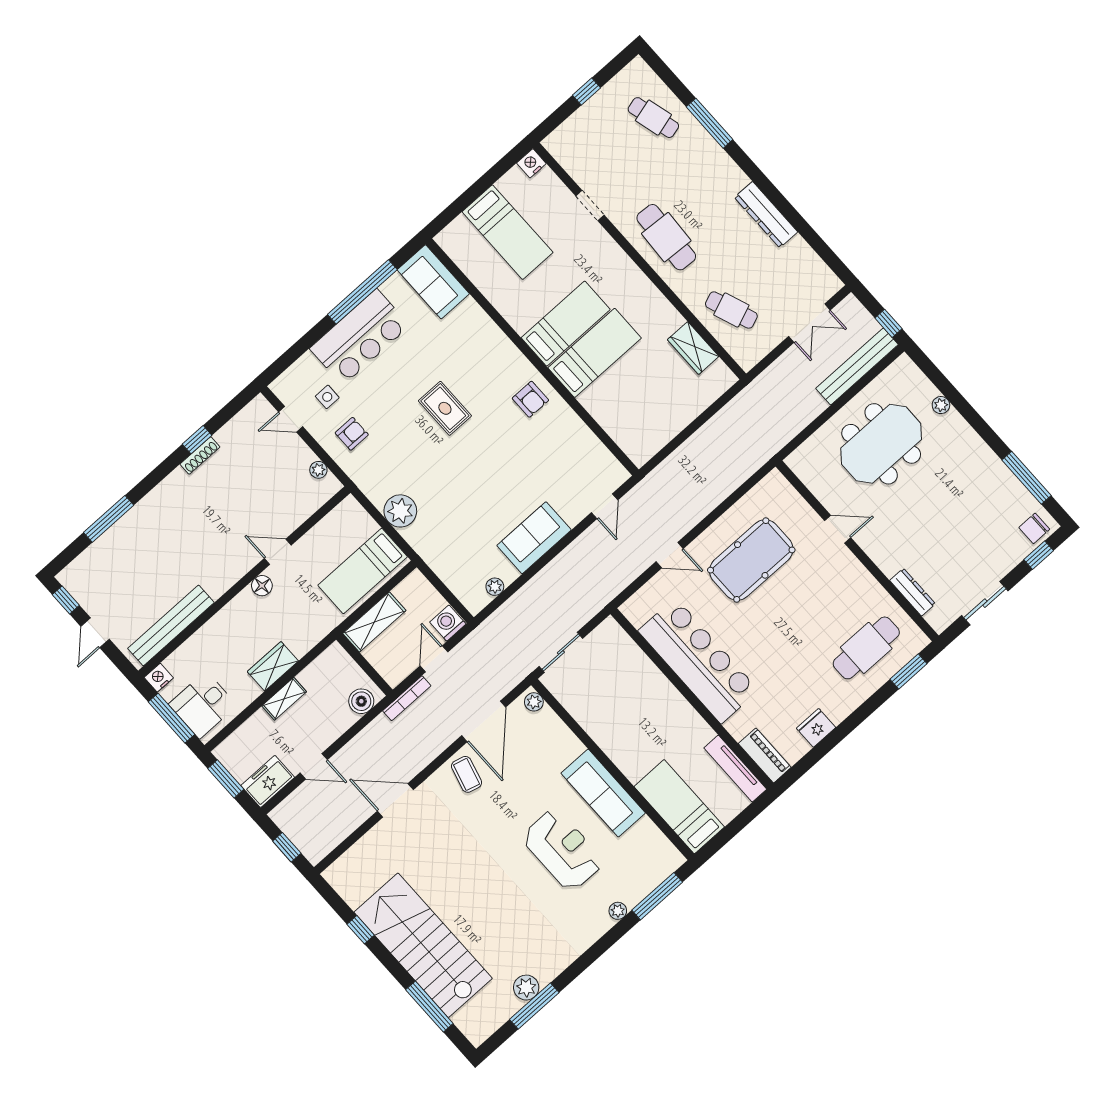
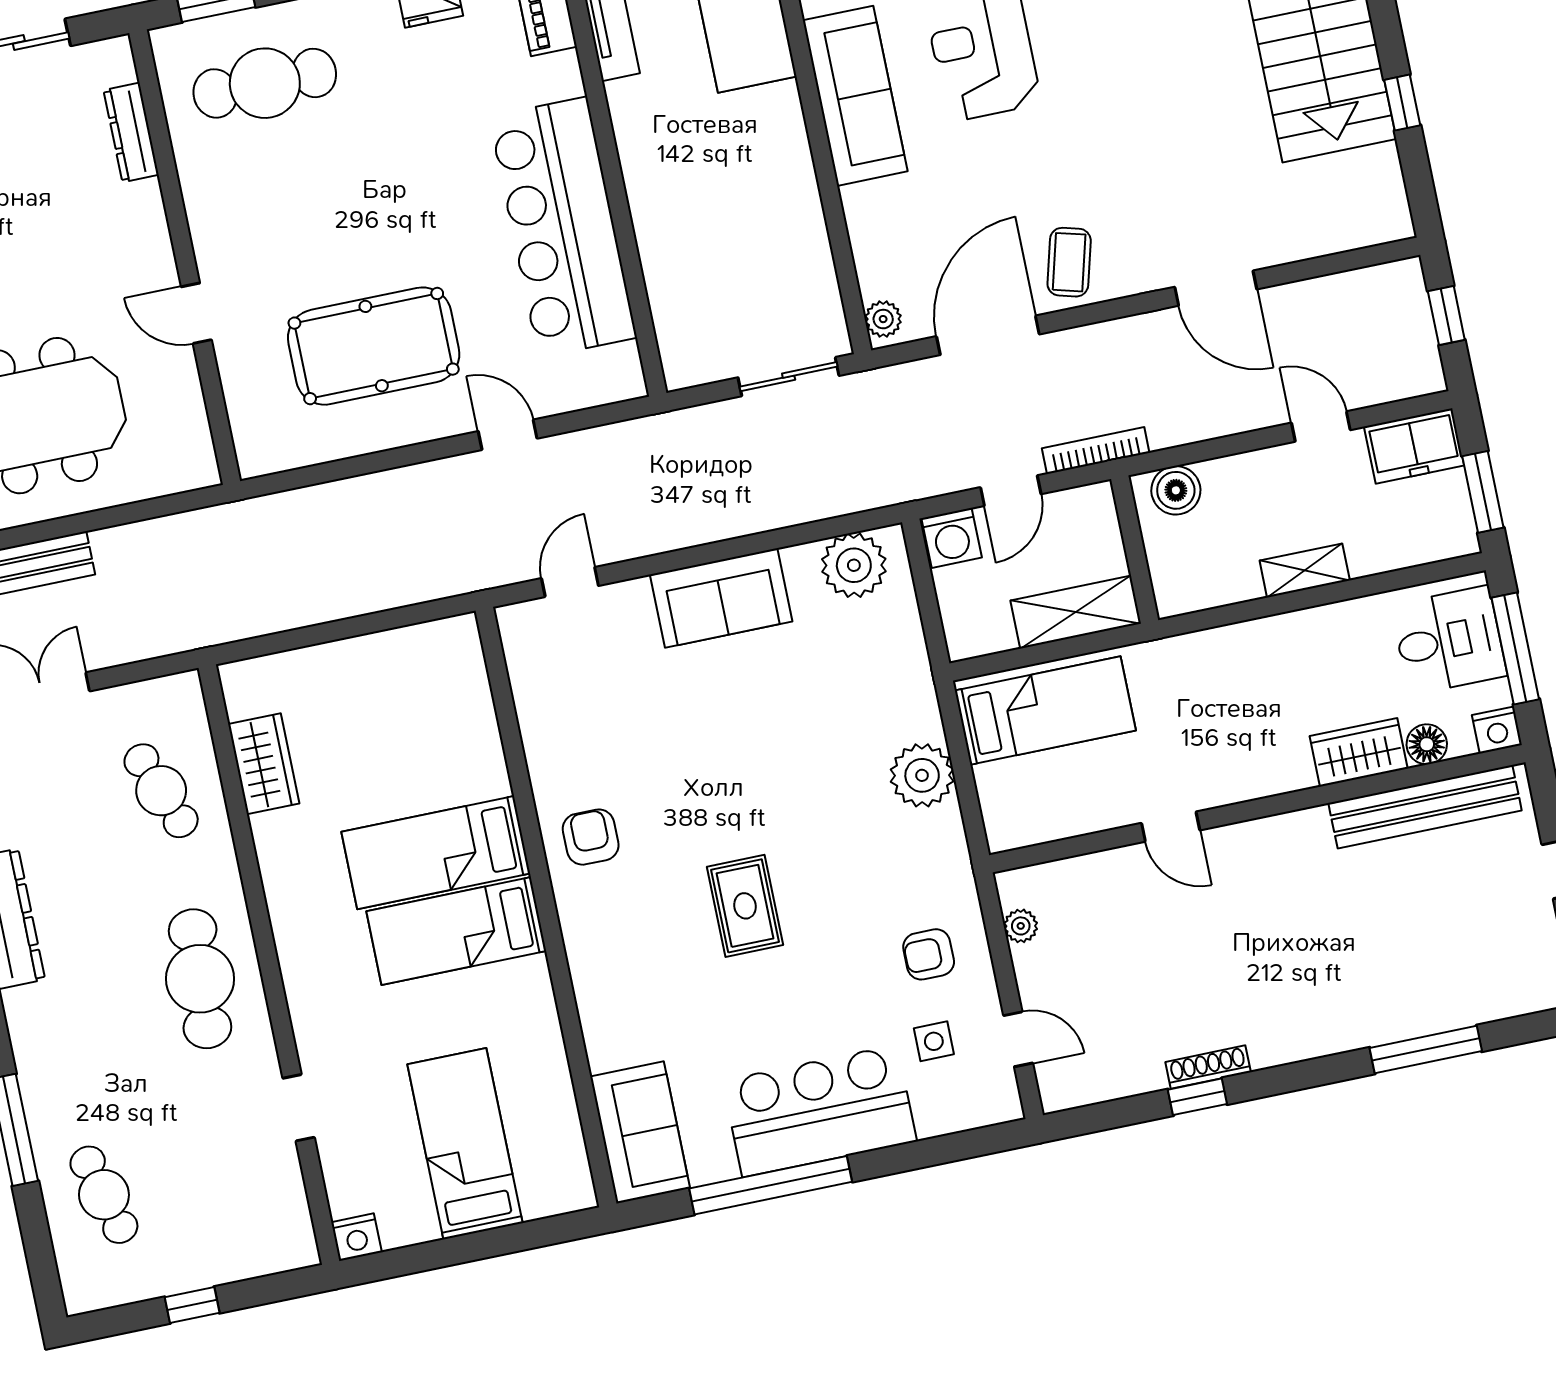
floor lamp: (262, 586) -> (1427, 744), moved
plant: (495, 587) -> (854, 565), width x1.88, depth x1.88
wardrobe: (273, 666) -> (1359, 752), moved, turned 180

